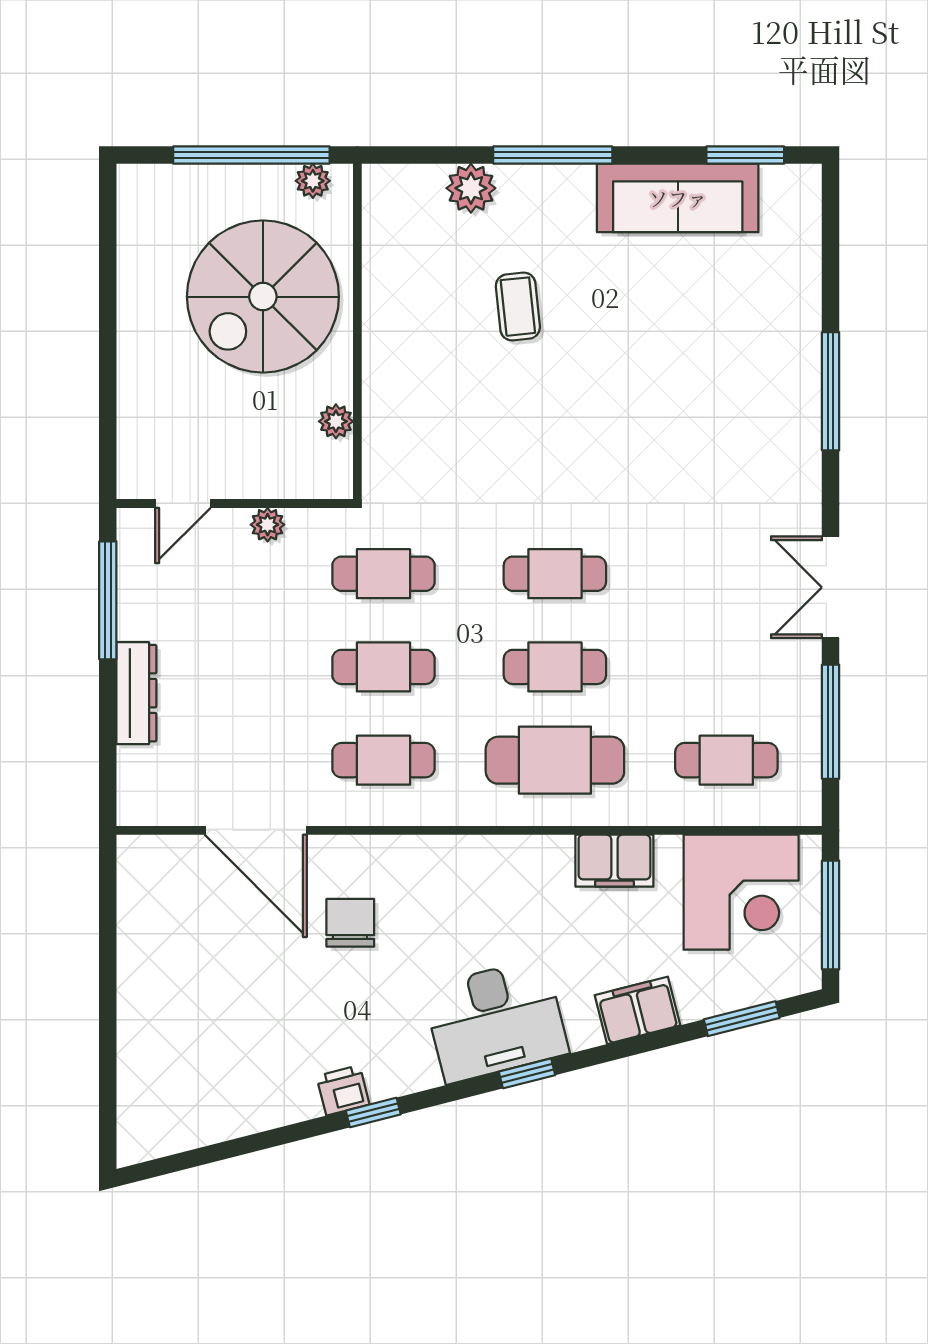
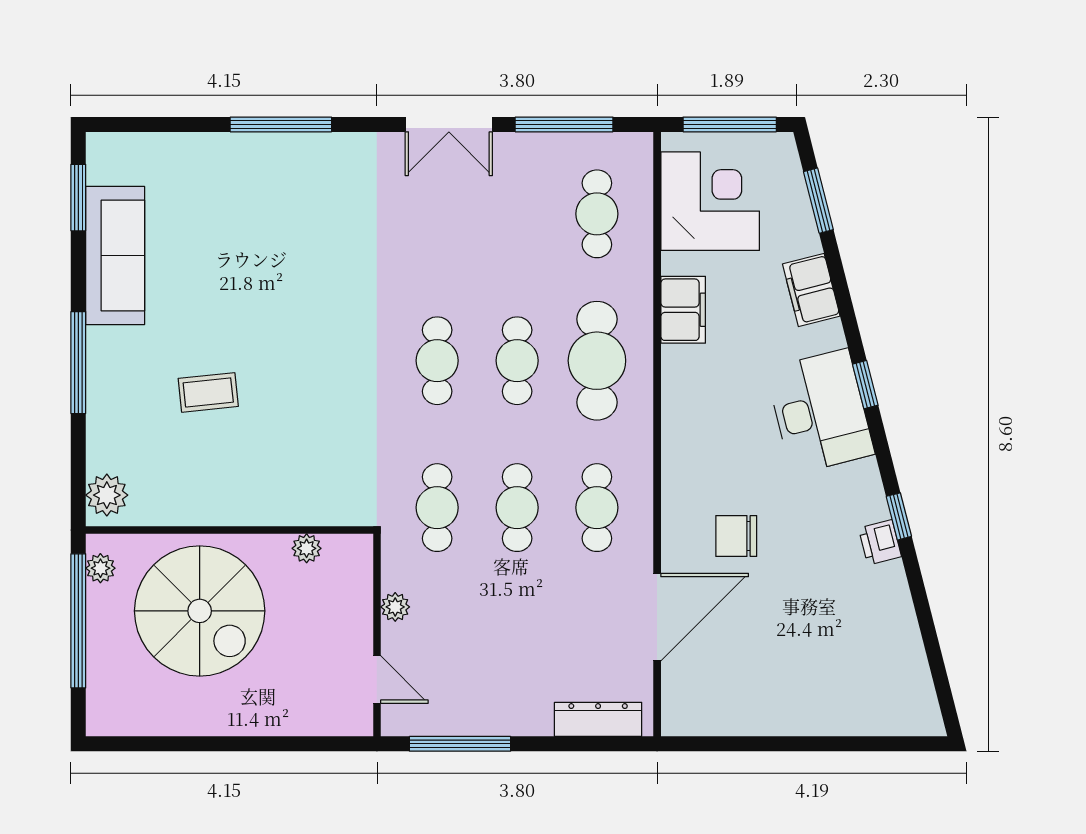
plant: (471, 188) -> (107, 495), moved
dresser: (136, 693) -> (598, 719), moved

